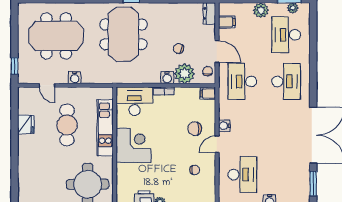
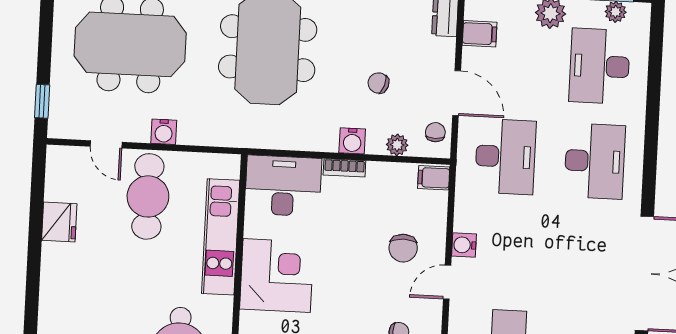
plant: (184, 74) -> (397, 145), width x0.53, depth x0.53
desk: (242, 81) -> (505, 157), turned 180
cafe table: (67, 125) -> (148, 196), moved
chair: (195, 129) -> (403, 248), turned -90

